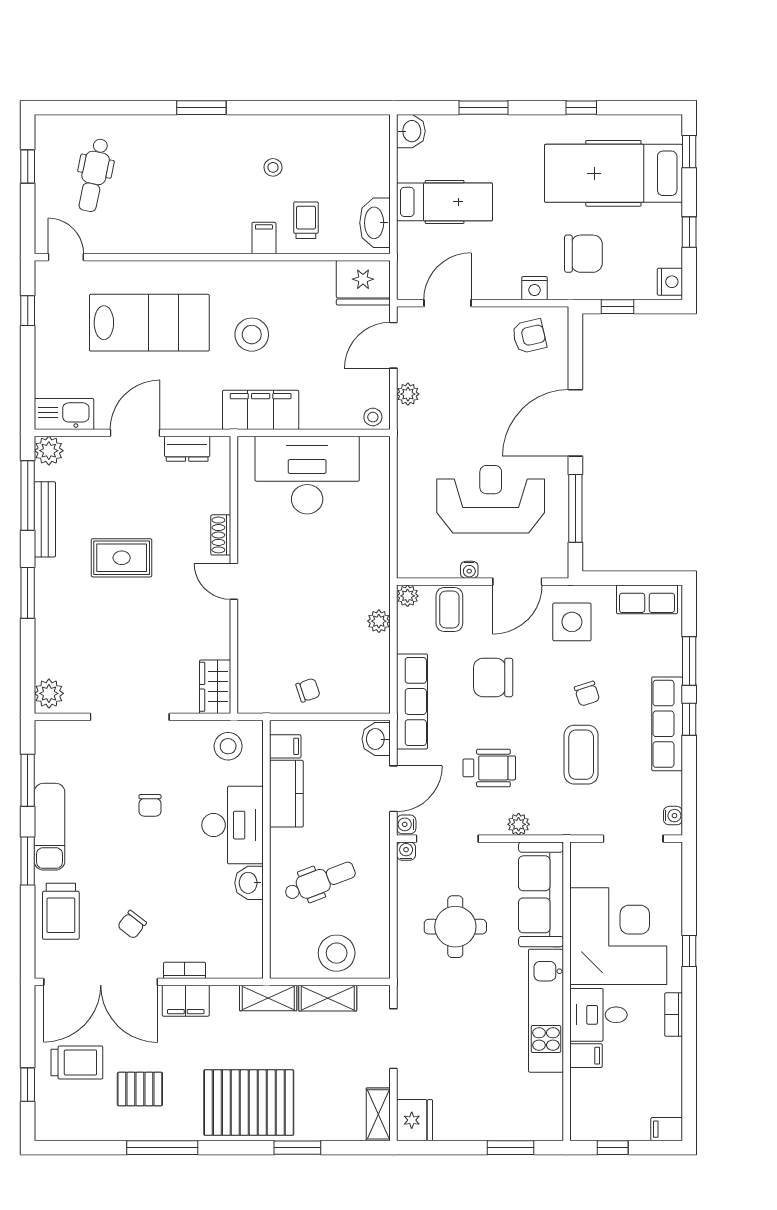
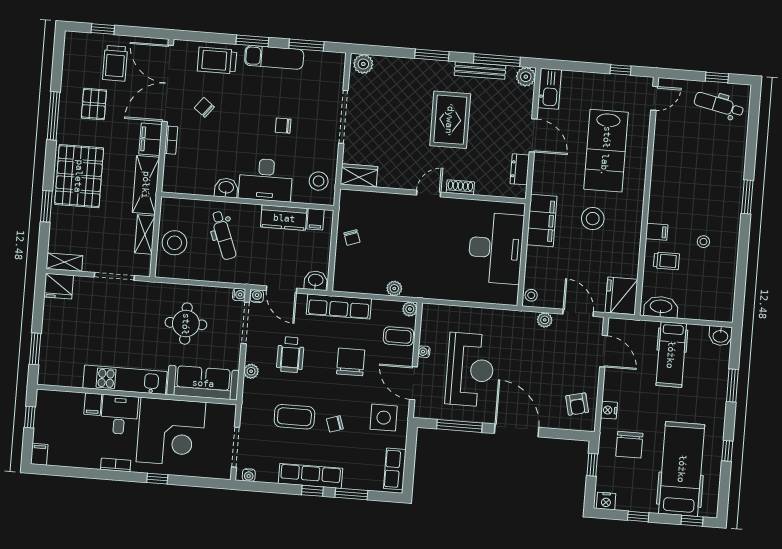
dental chair: (94, 175) -> (719, 105), moved
rug: (122, 558) -> (450, 120), width x1.36, depth x1.43
shelving: (268, 998) -> (146, 185), width x1.50, depth x1.33

